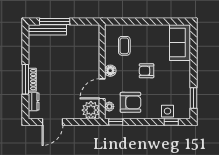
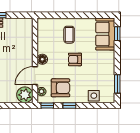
window: (194, 42) -> (117, 34), added
coffee table: (124, 46) -> (69, 35), moved
window: (171, 122) -> (69, 105), moved

